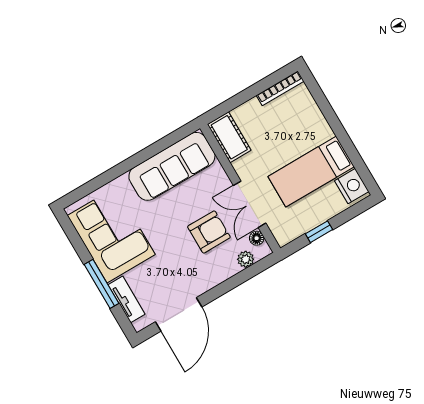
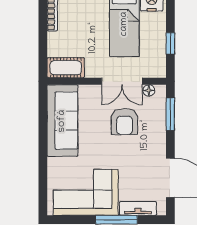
armchair: (209, 232) -> (125, 122), turned 180
plant: (246, 259) -> (159, 107), removed
window: (245, 275) -> (170, 114), added

